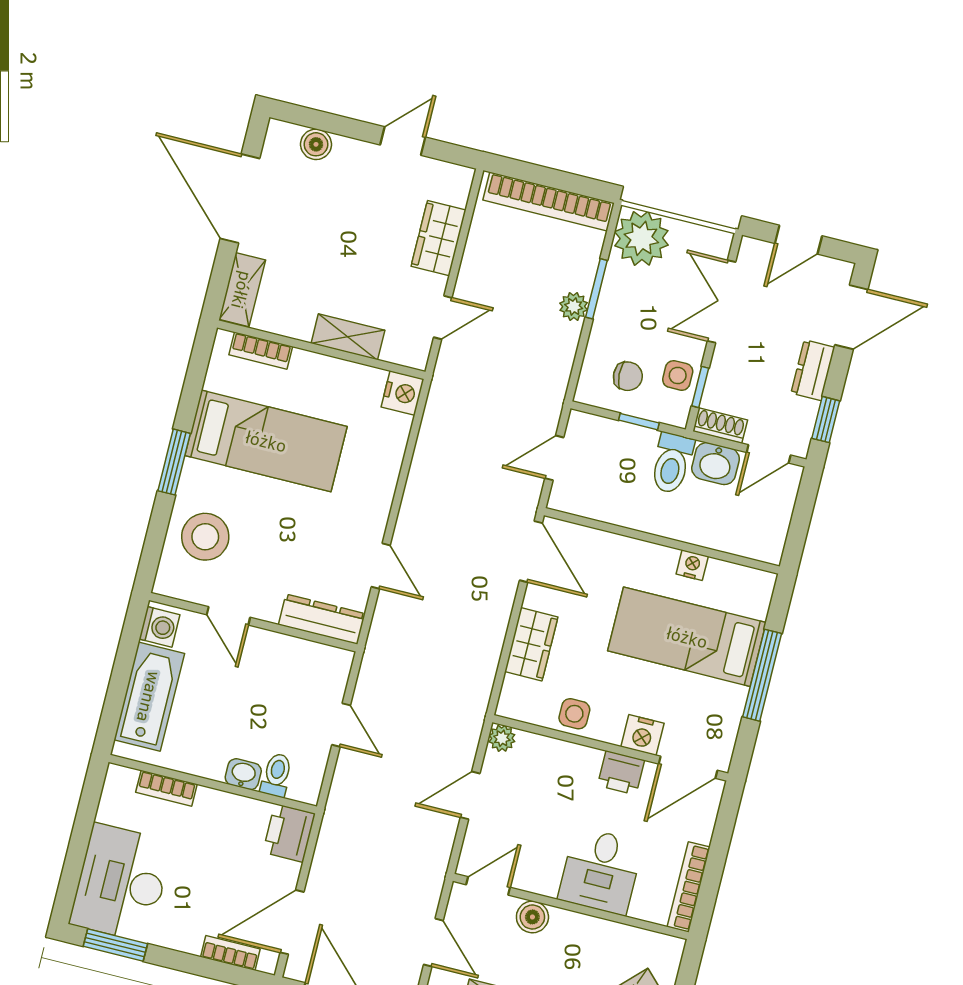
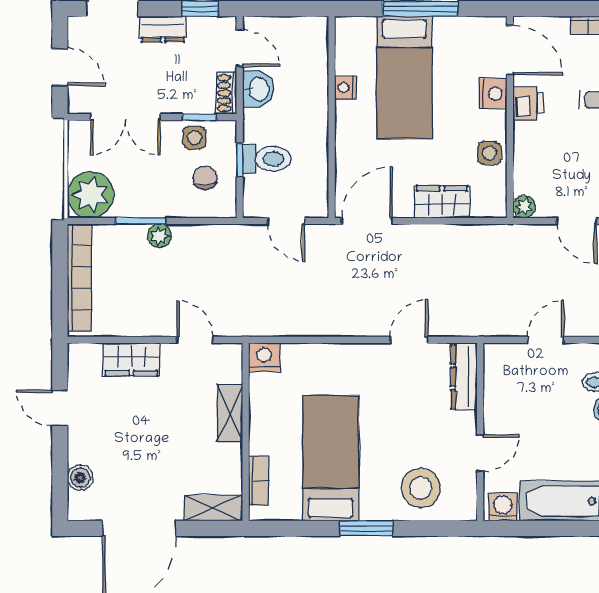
toilet: (672, 463) -> (267, 159), moved

